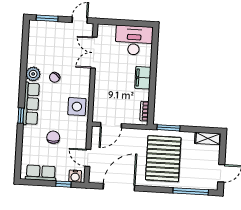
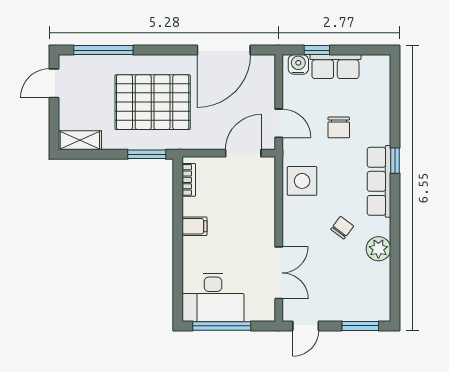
window: (130, 23) -> (222, 326), added
plant: (33, 74) -> (378, 249), moved
filing cabinet: (143, 78) -> (195, 226), width x0.50
door: (88, 158) -> (279, 123), moved
pallet: (163, 159) -> (153, 102), turned 90
row of seats: (41, 173) -> (335, 67), moved

